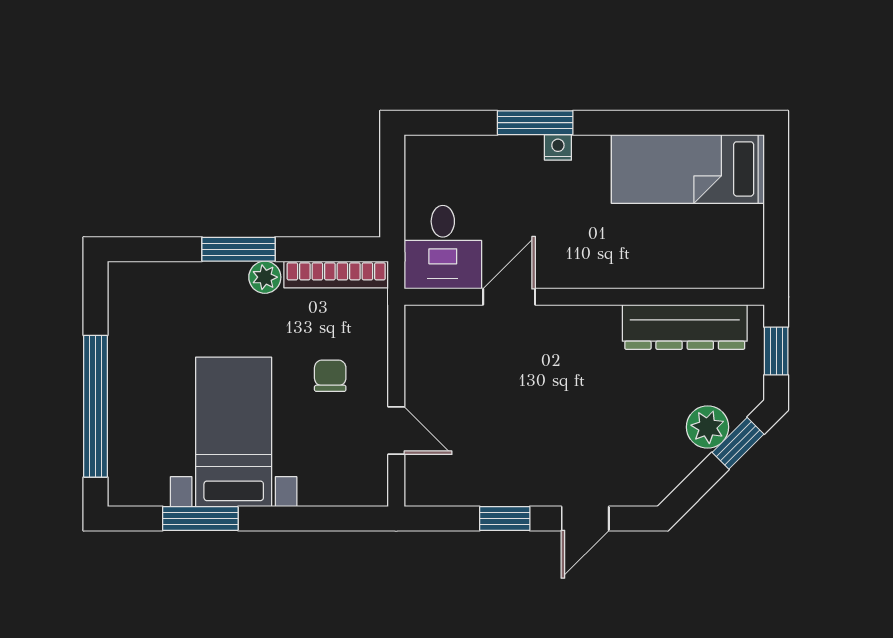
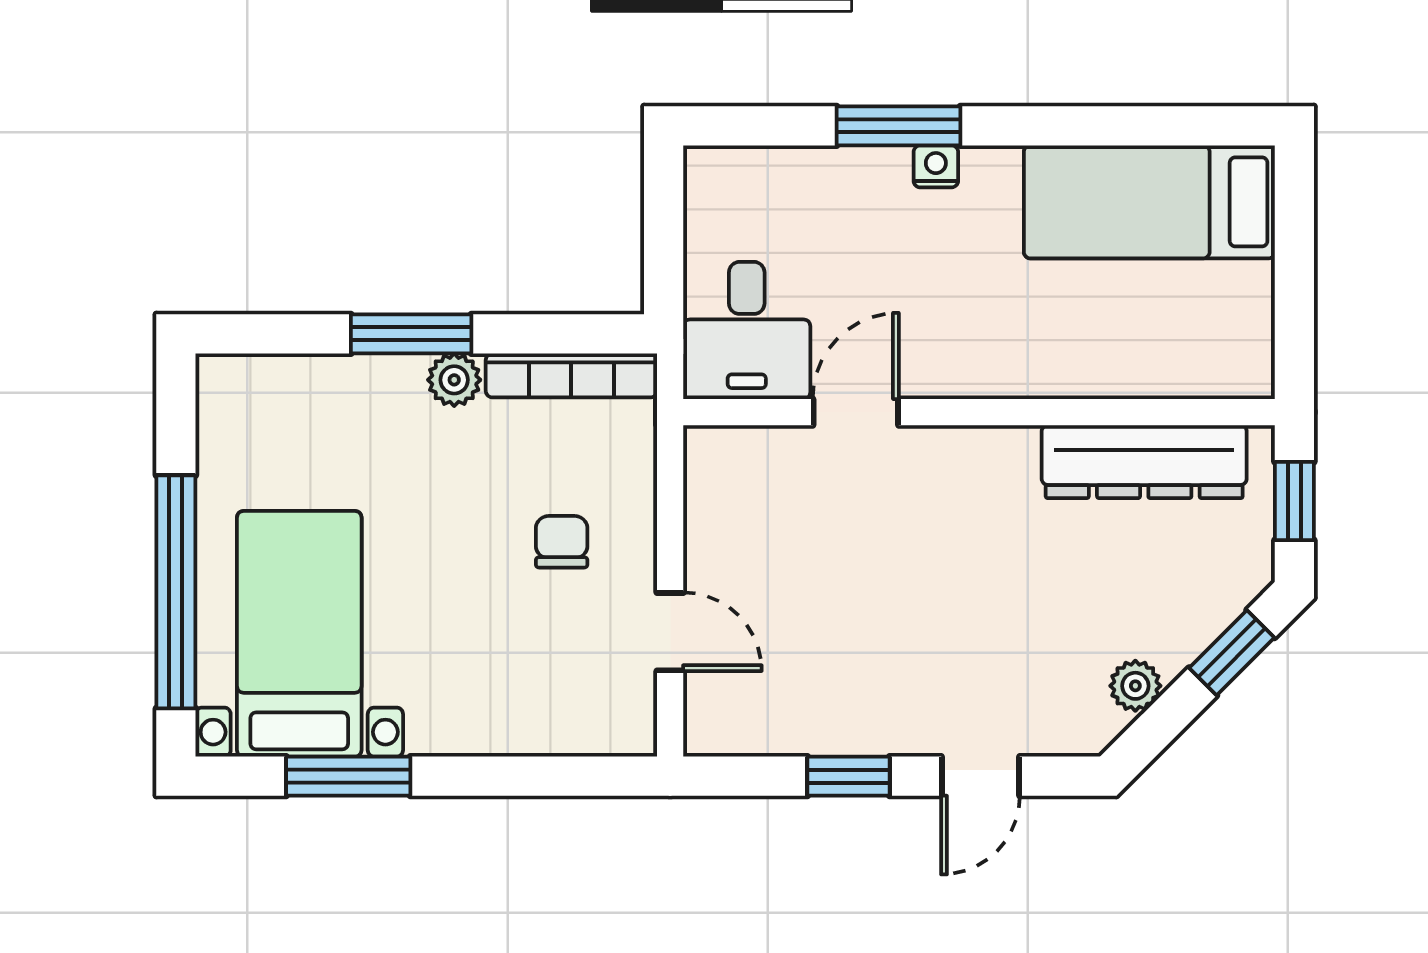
plant: (708, 427) -> (1135, 686), moved, width x0.73, depth x0.73
bed with nightstands: (234, 432) -> (299, 634), moved

